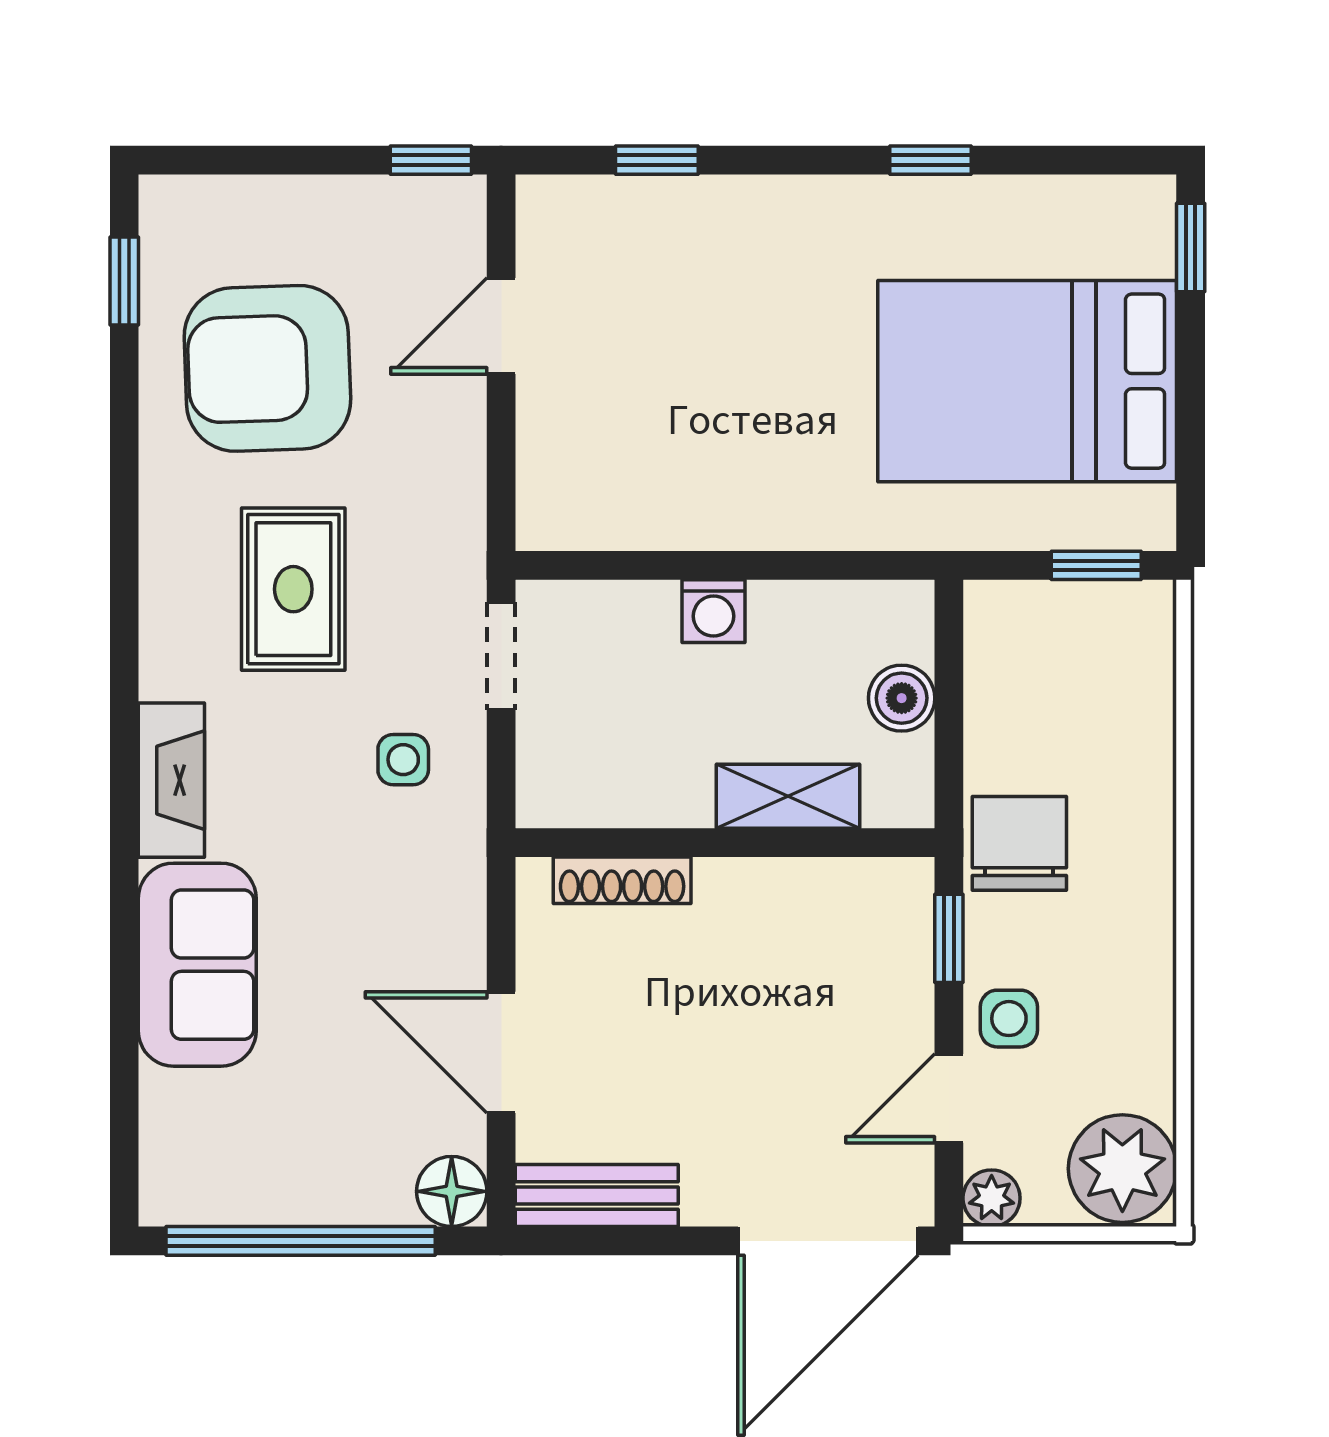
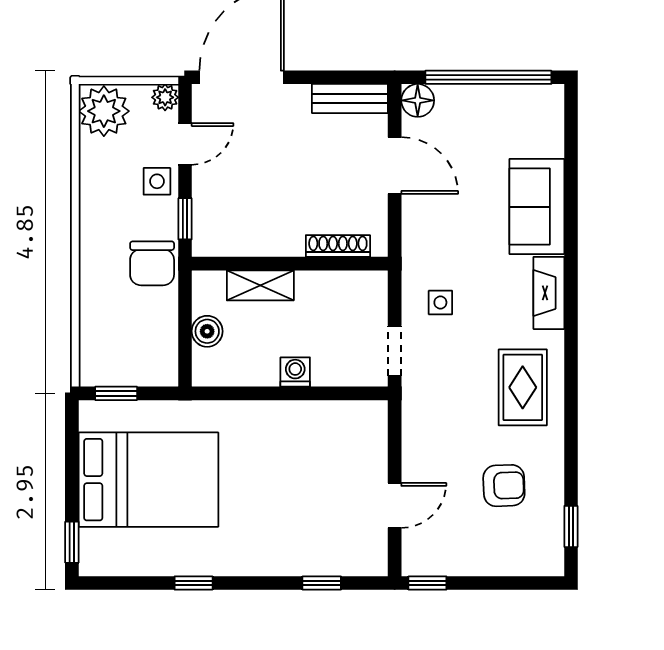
armchair: (267, 368) -> (504, 486), width x0.53, depth x0.53
rug: (293, 589) -> (523, 387), moved

